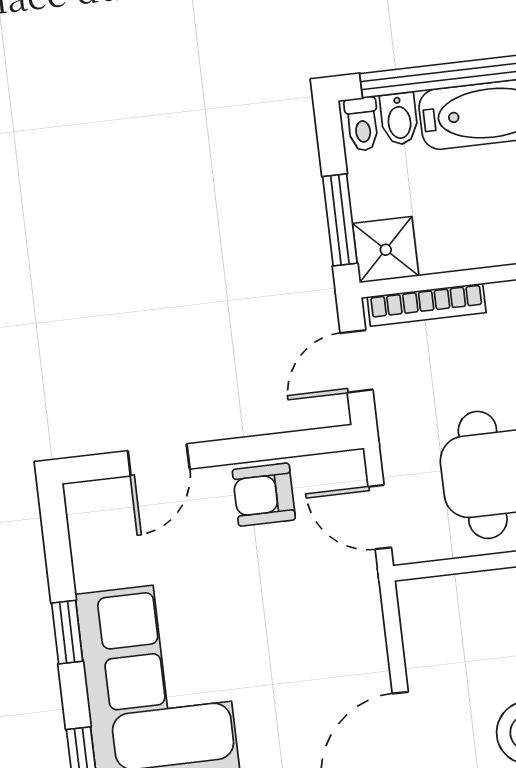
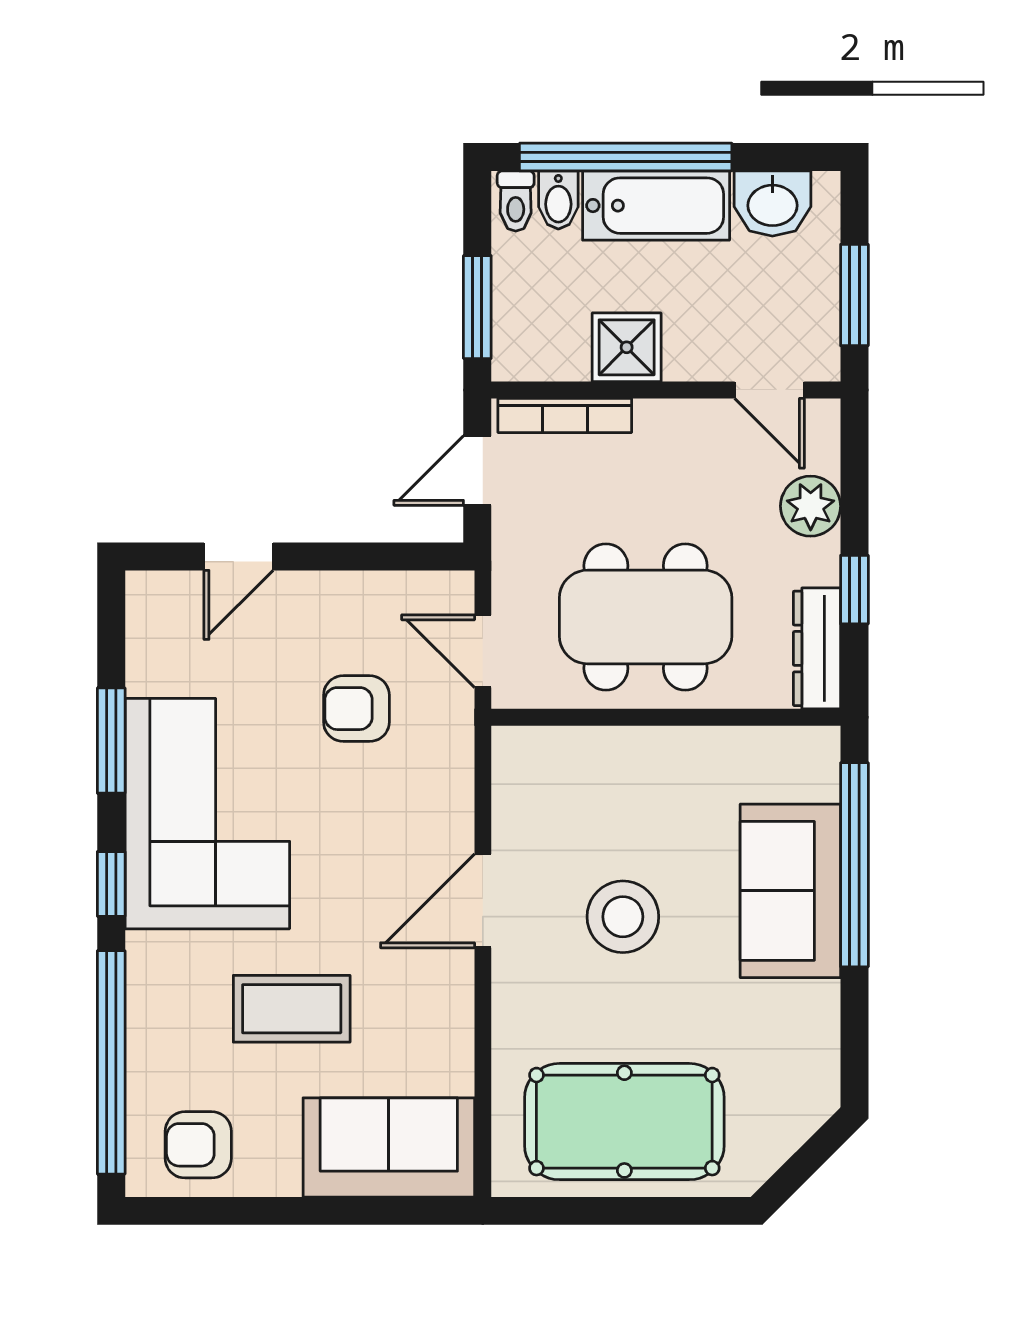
shower: (386, 250) -> (627, 347), moved
armchair: (264, 495) -> (356, 709), moved
window: (67, 632) -> (111, 741), width x1.50

